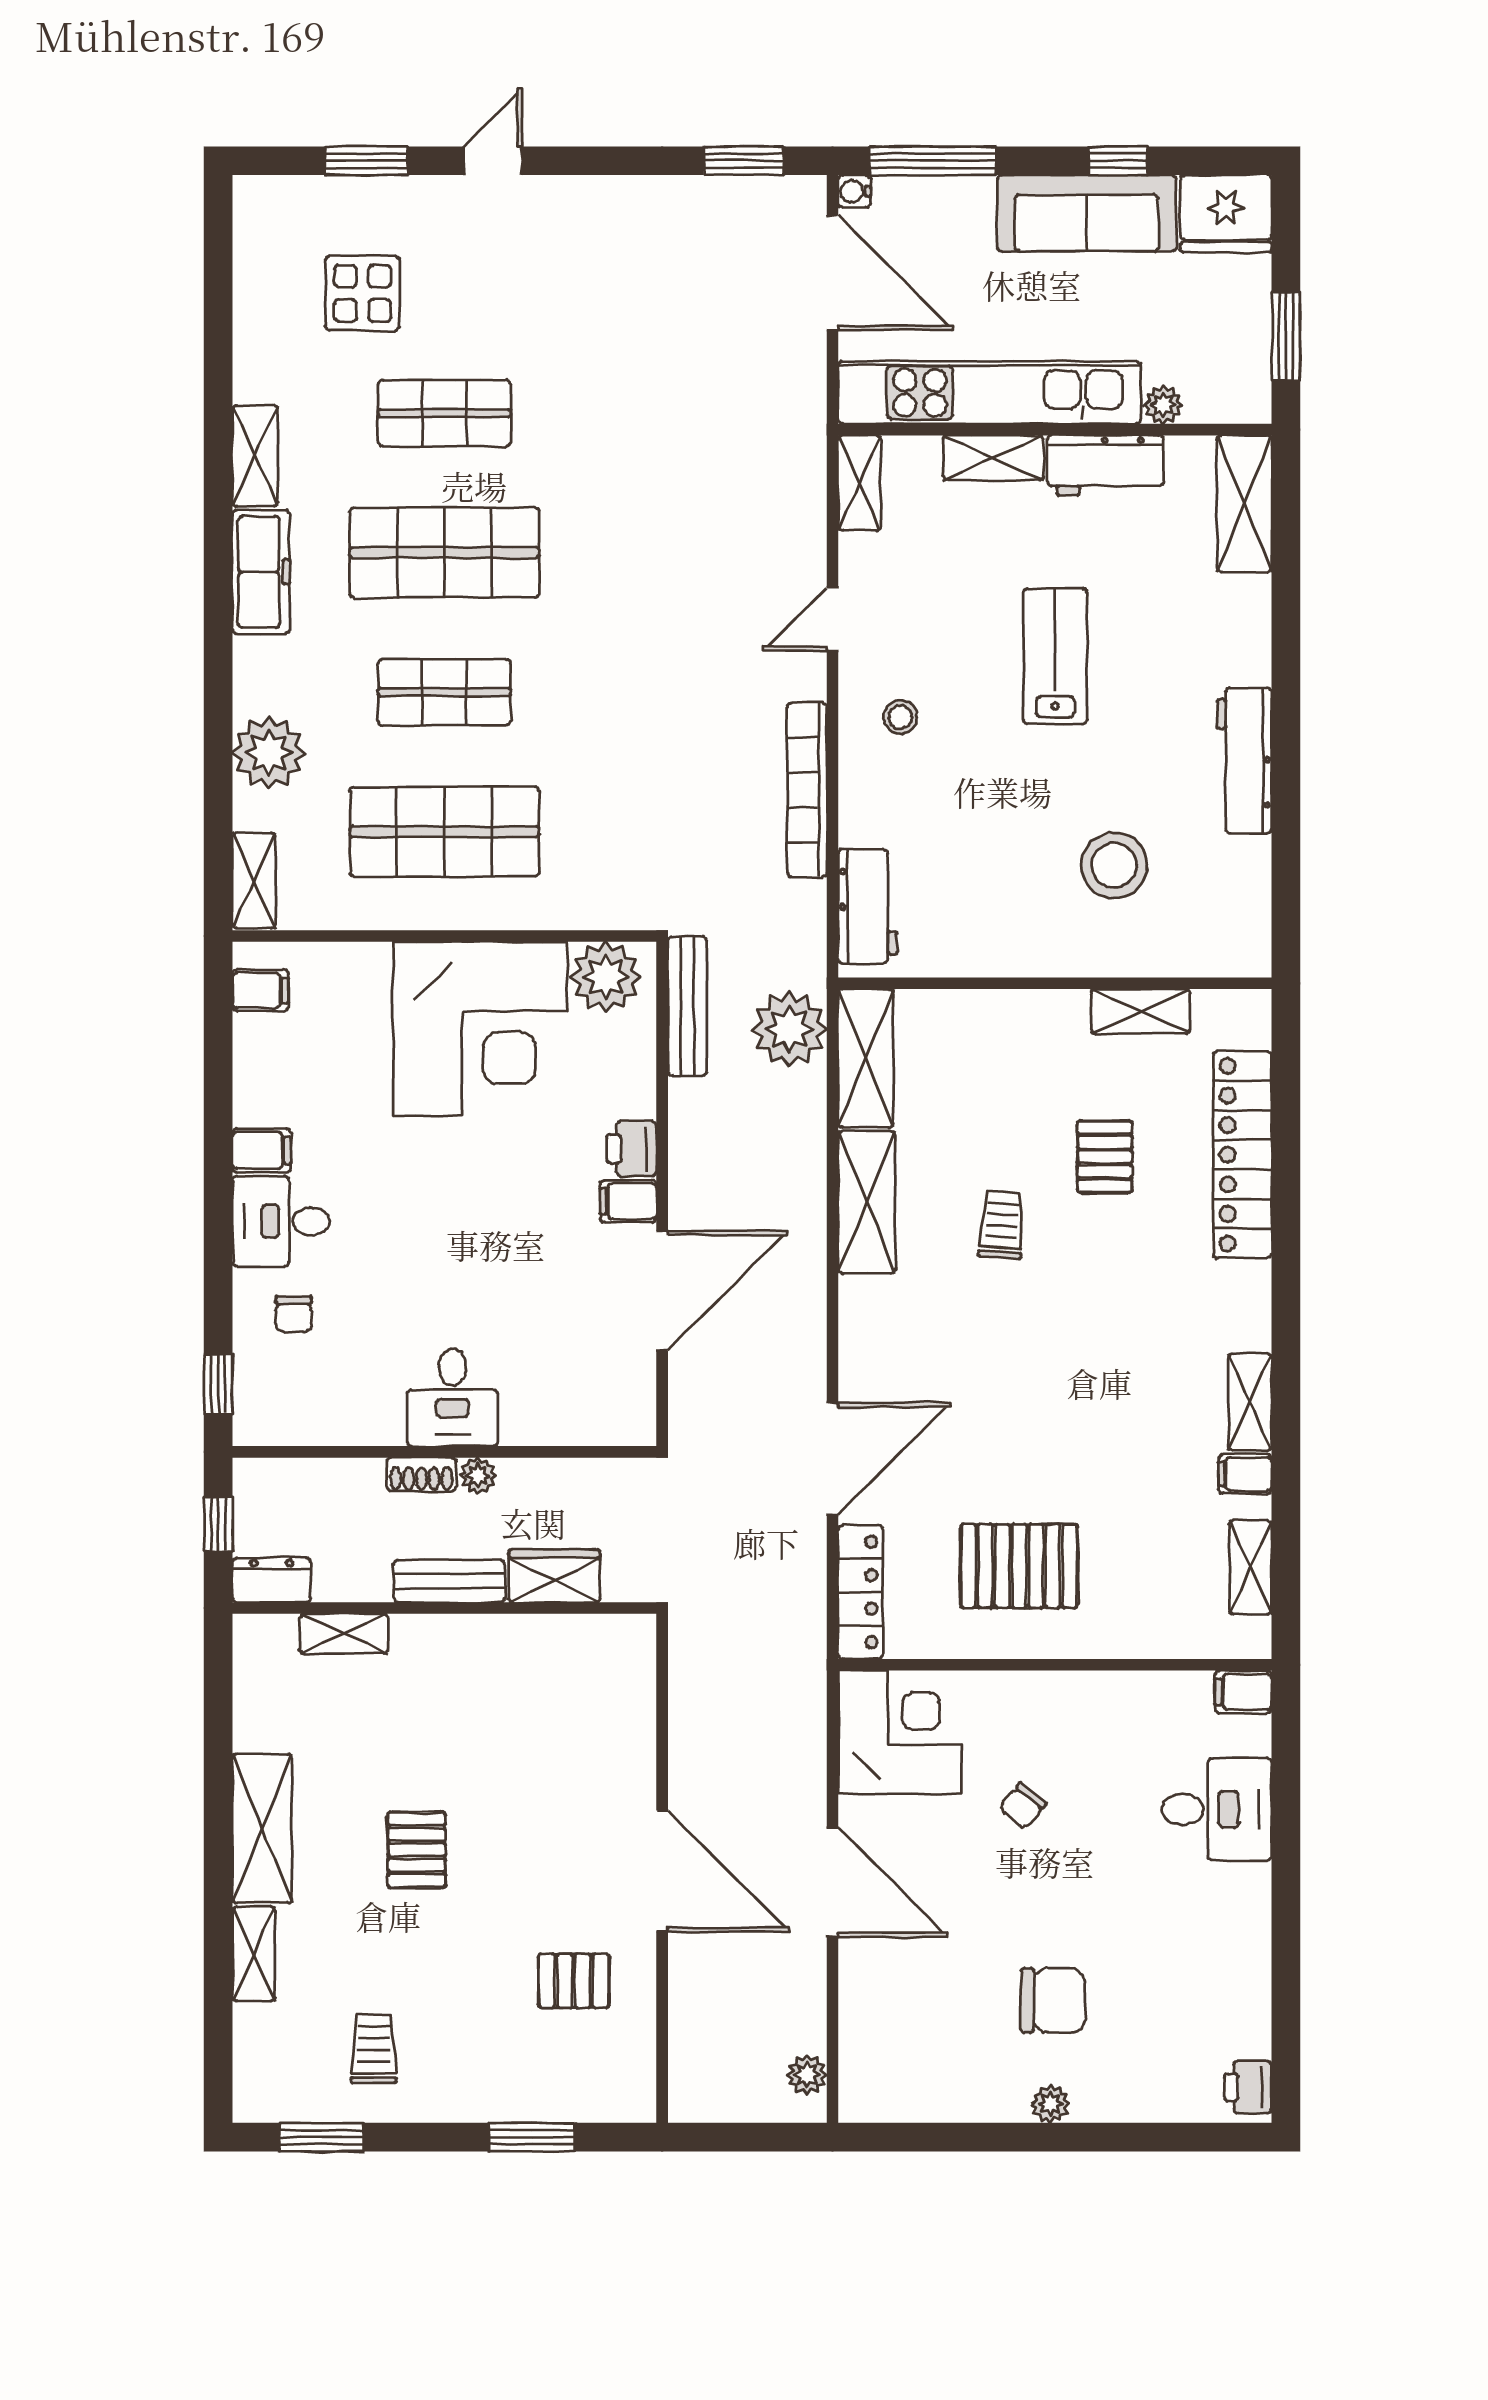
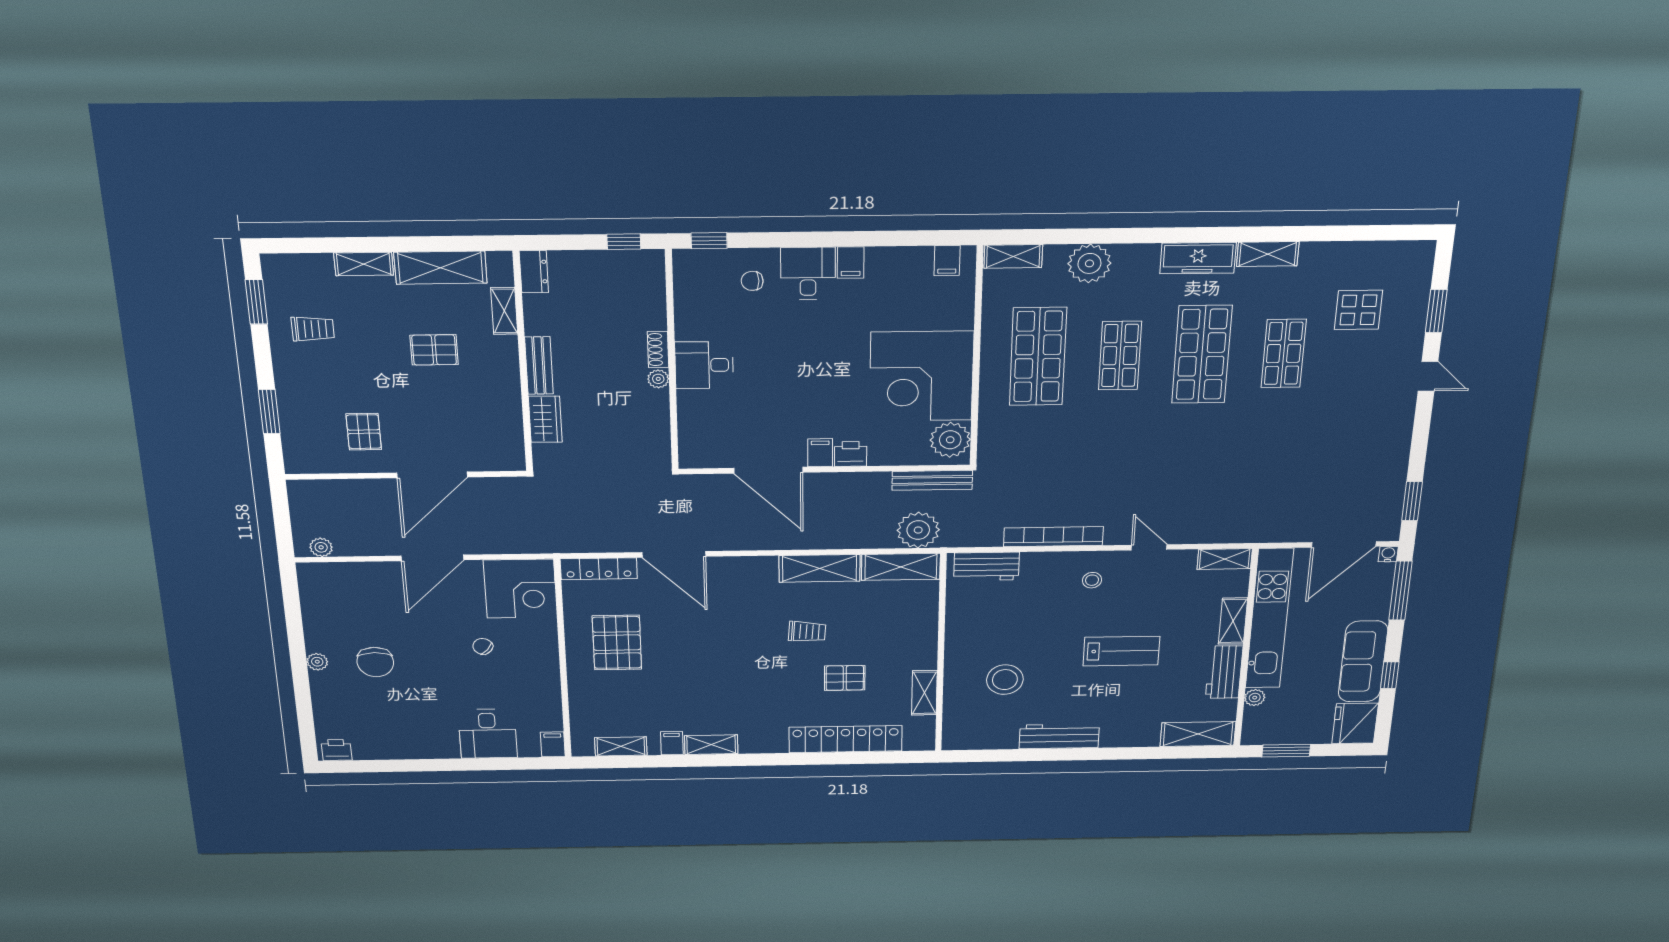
wardrobe: (554, 1576) -> (545, 419), moved
dresser: (272, 1580) -> (534, 272), moved
bench: (449, 1581) -> (539, 366), moved
wall: (444, 1608) -> (523, 363), moved
shelving: (344, 1634) -> (504, 311), moved

